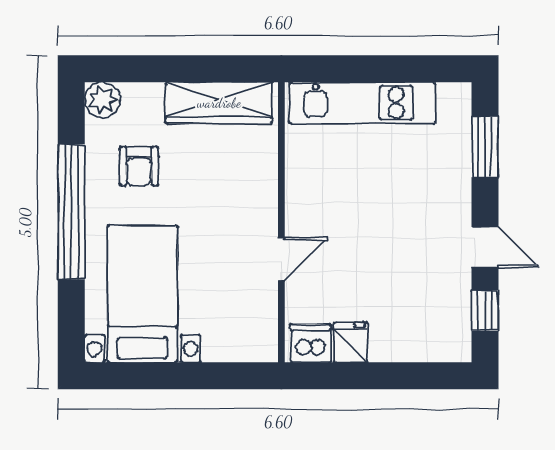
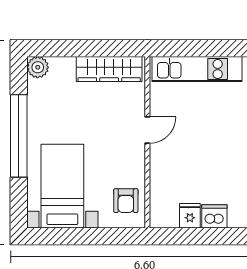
armchair: (139, 166) -> (126, 201), moved
door: (281, 259) -> (147, 130), moved
dishwasher: (311, 343) -> (214, 216), moved

